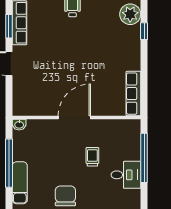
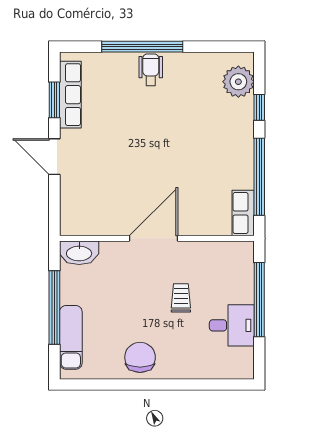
window: (144, 77) -> (259, 177), added
row of seats: (133, 94) -> (243, 213), width x0.68
washbasin: (19, 125) -> (79, 253), width x1.91, depth x1.45

